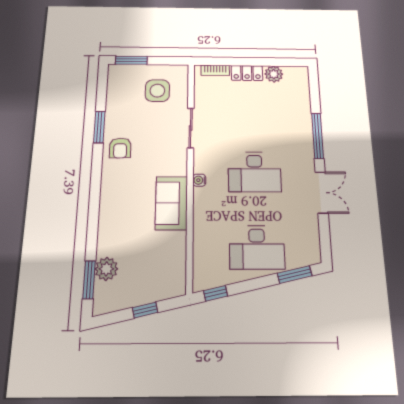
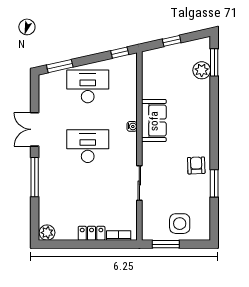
window: (131, 60) -> (166, 244), moved
plant: (274, 74) -> (47, 233), moved
side table: (157, 91) -> (180, 224), moved
water cooler: (199, 180) -> (132, 126), moved

